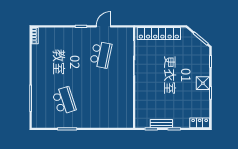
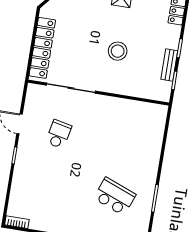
school desk: (101, 55) -> (59, 134), width x0.54
stool: (165, 86) -> (118, 51), added
school desk: (64, 101) -> (115, 196), turned 39

